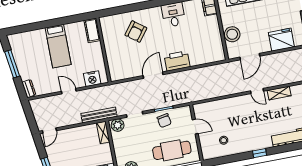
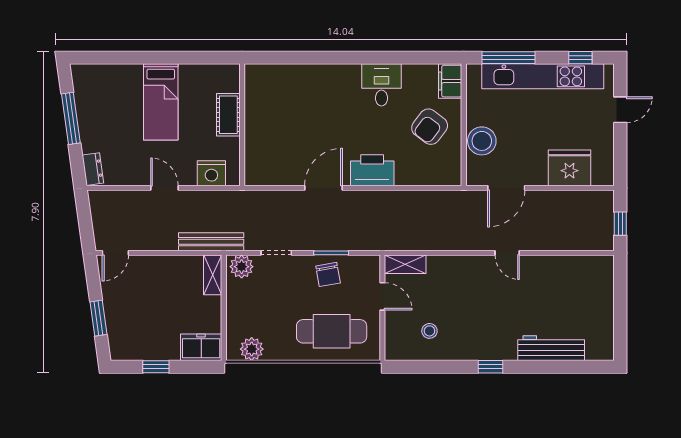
cot: (92, 30) -> (228, 115), moved
armchair: (136, 32) -> (430, 127), moved
shelving: (279, 93) -> (405, 264), moved

